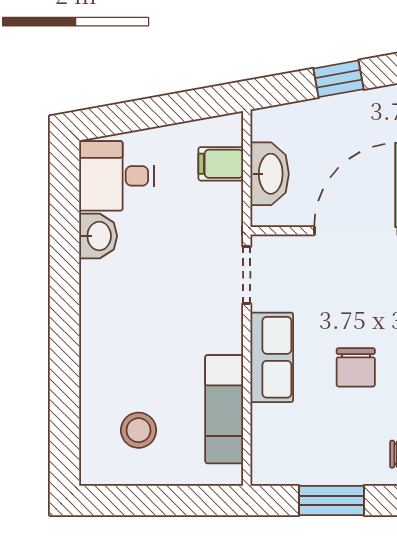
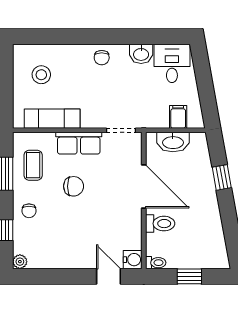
chair: (105, 313) -> (102, 58), added
chair: (356, 367) -> (74, 186), turned 180
coffee table: (315, 446) -> (33, 165), added

